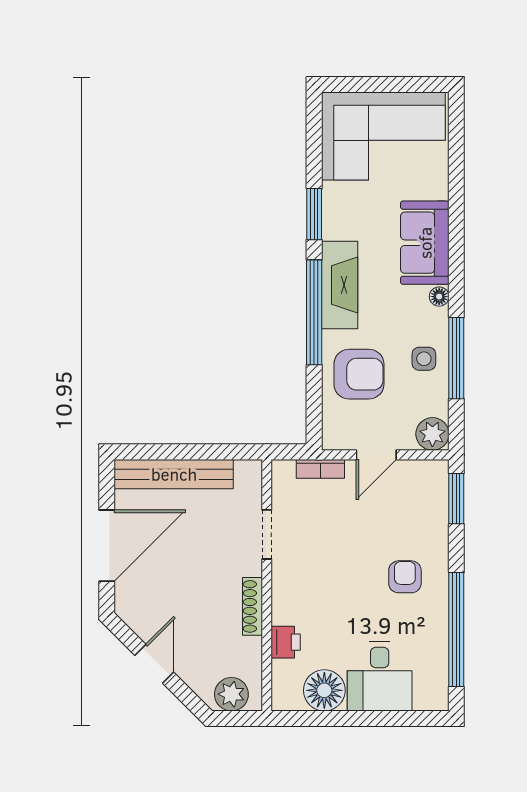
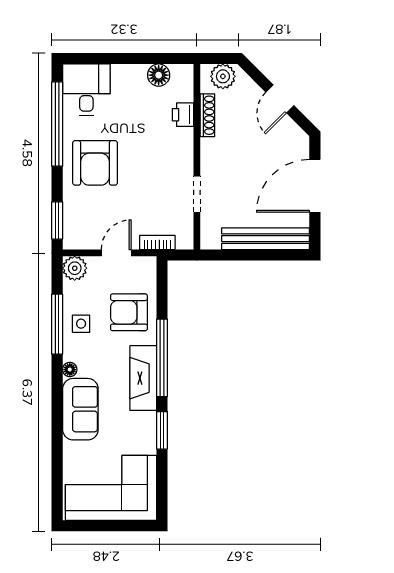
armchair: (405, 577) -> (95, 163), width x1.88, depth x1.88
shoe rack: (252, 606) -> (207, 115), moved
desk: (380, 676) -> (86, 90), moved
floor lamp: (324, 690) -> (159, 75), width x0.73, depth x0.73

